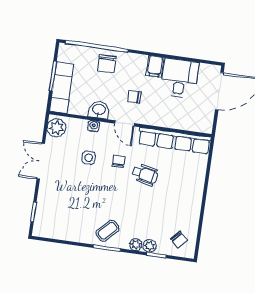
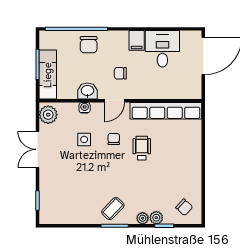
door: (125, 123) -> (115, 101), hinge flipped
wheelchair: (145, 175) -> (142, 148), turned -101

